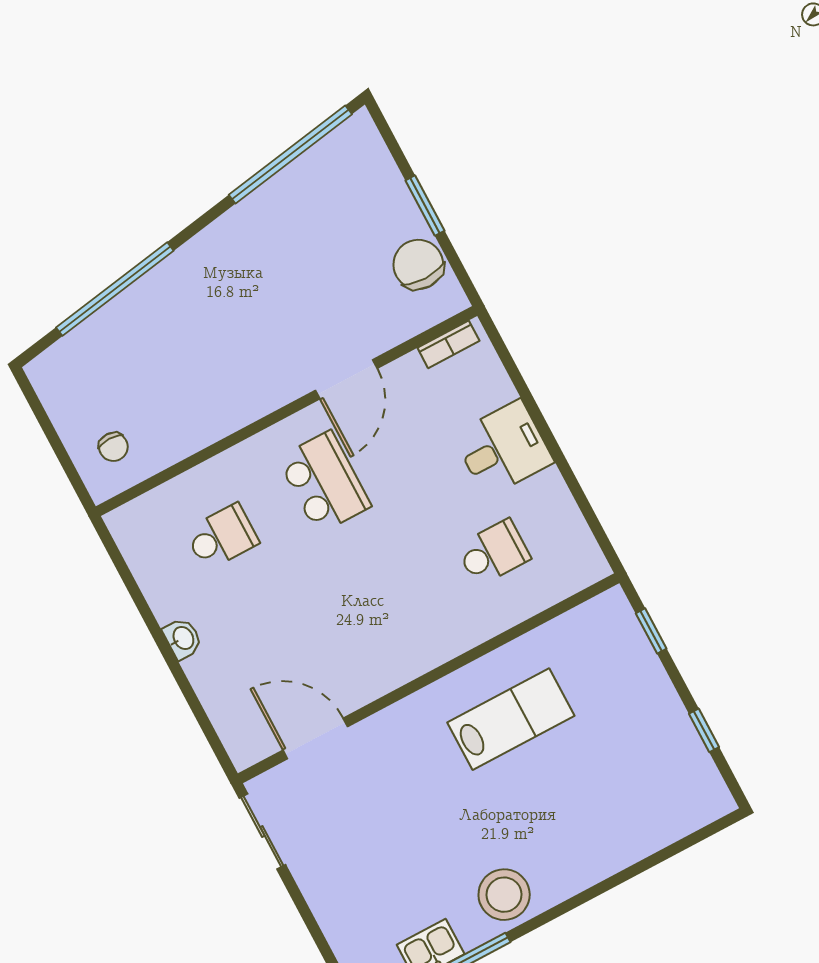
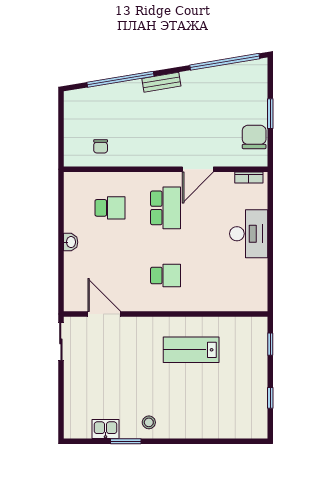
bench: (193, 254) -> (161, 82), added
chair: (113, 447) -> (101, 146), moved
desk: (503, 448) -> (249, 234), width x1.37
school desk: (493, 553) -> (166, 275), moved
lab bench: (511, 719) -> (191, 350), turned 180
stool: (504, 895) -> (149, 422), width x0.53, depth x0.53

